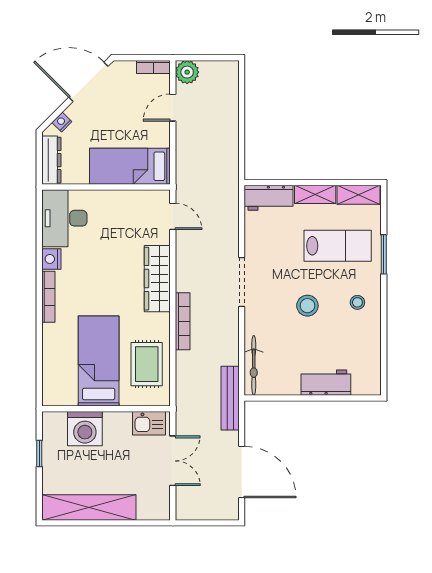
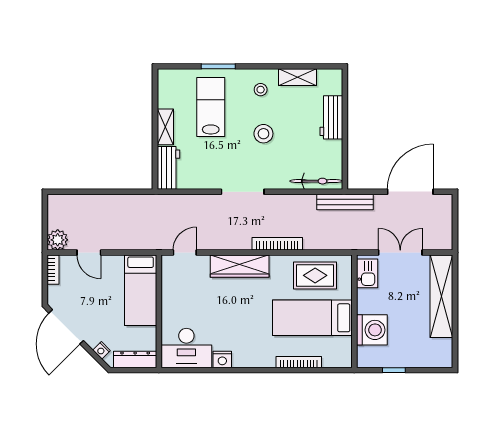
shelving: (359, 195) -> (298, 77), moved, turned 90
bookcase: (48, 297) -> (299, 362), moved
shelving: (89, 507) -> (441, 296), moved

